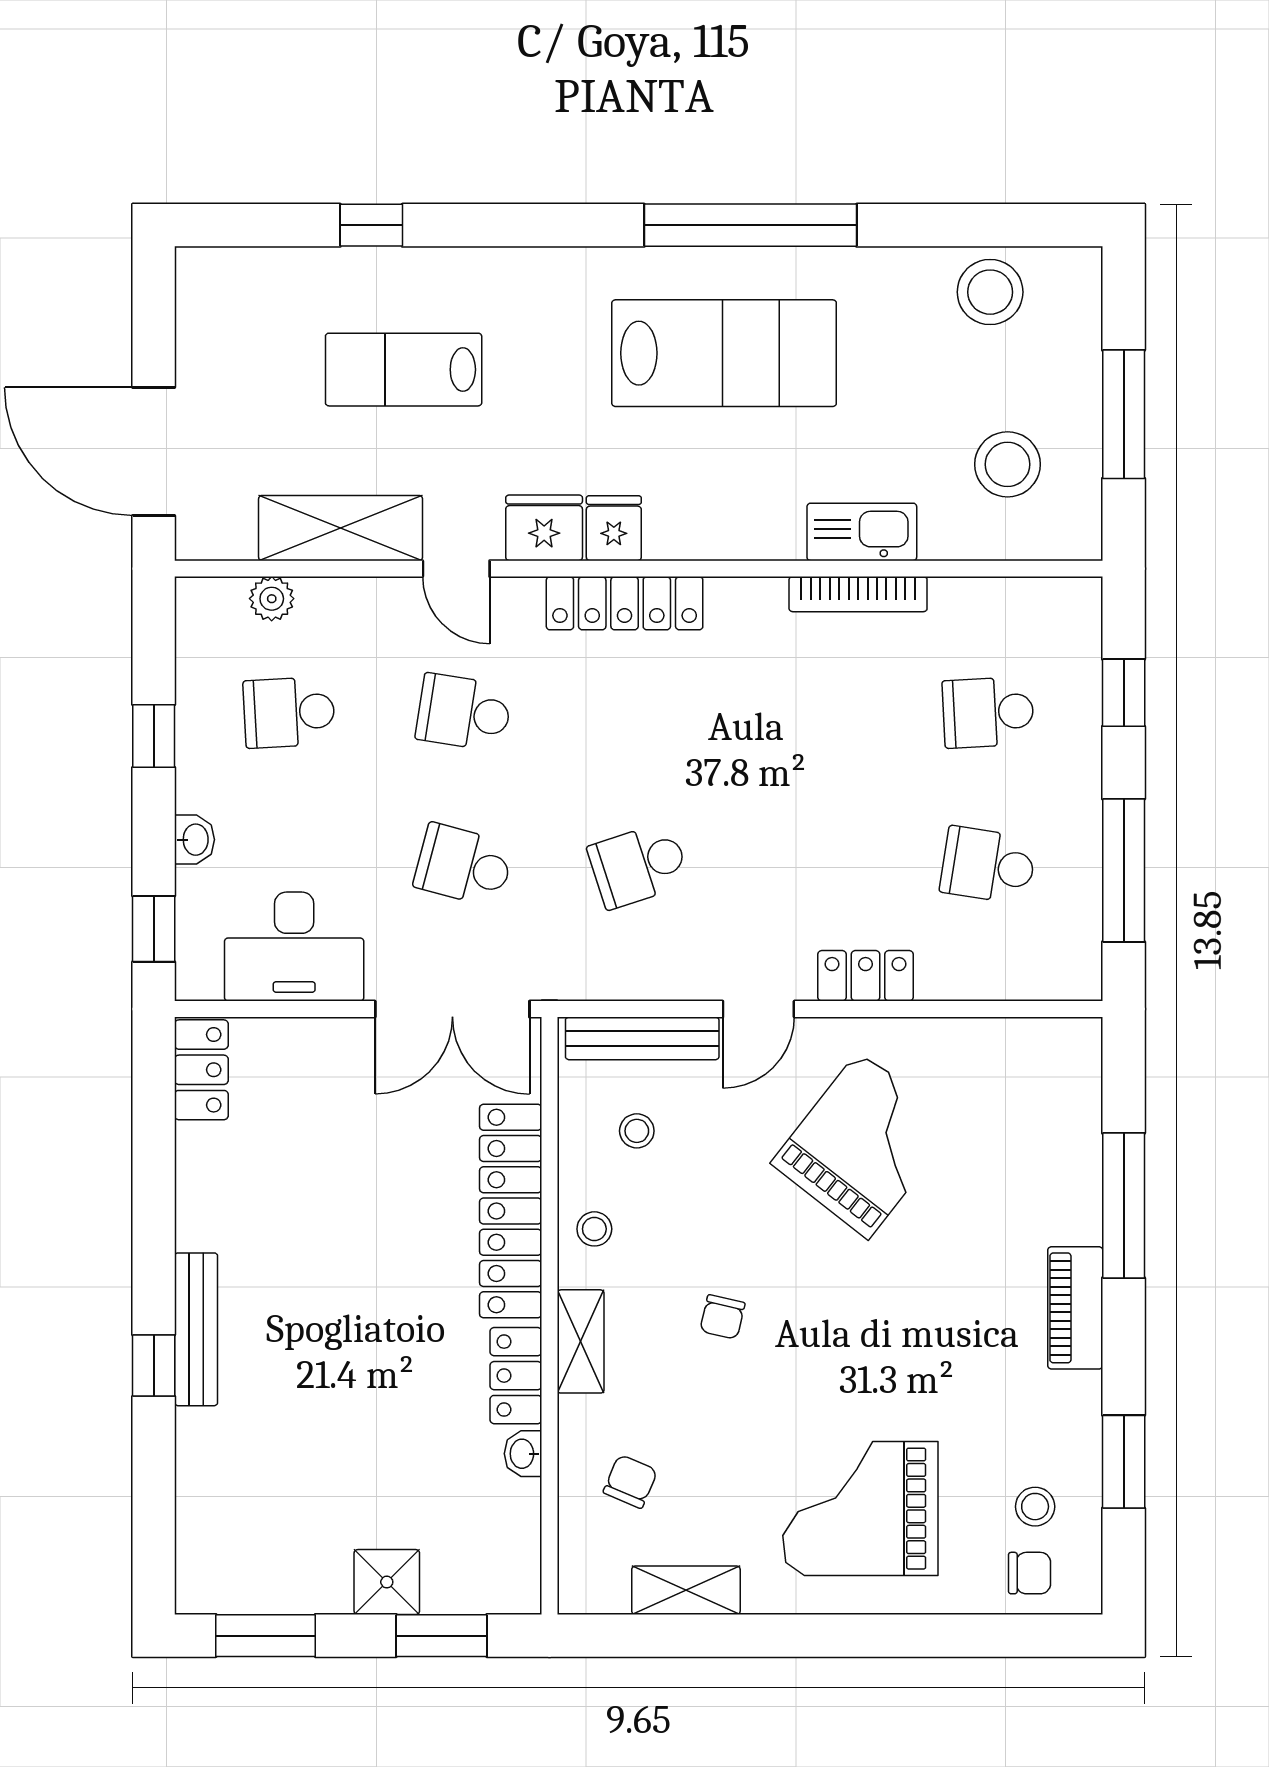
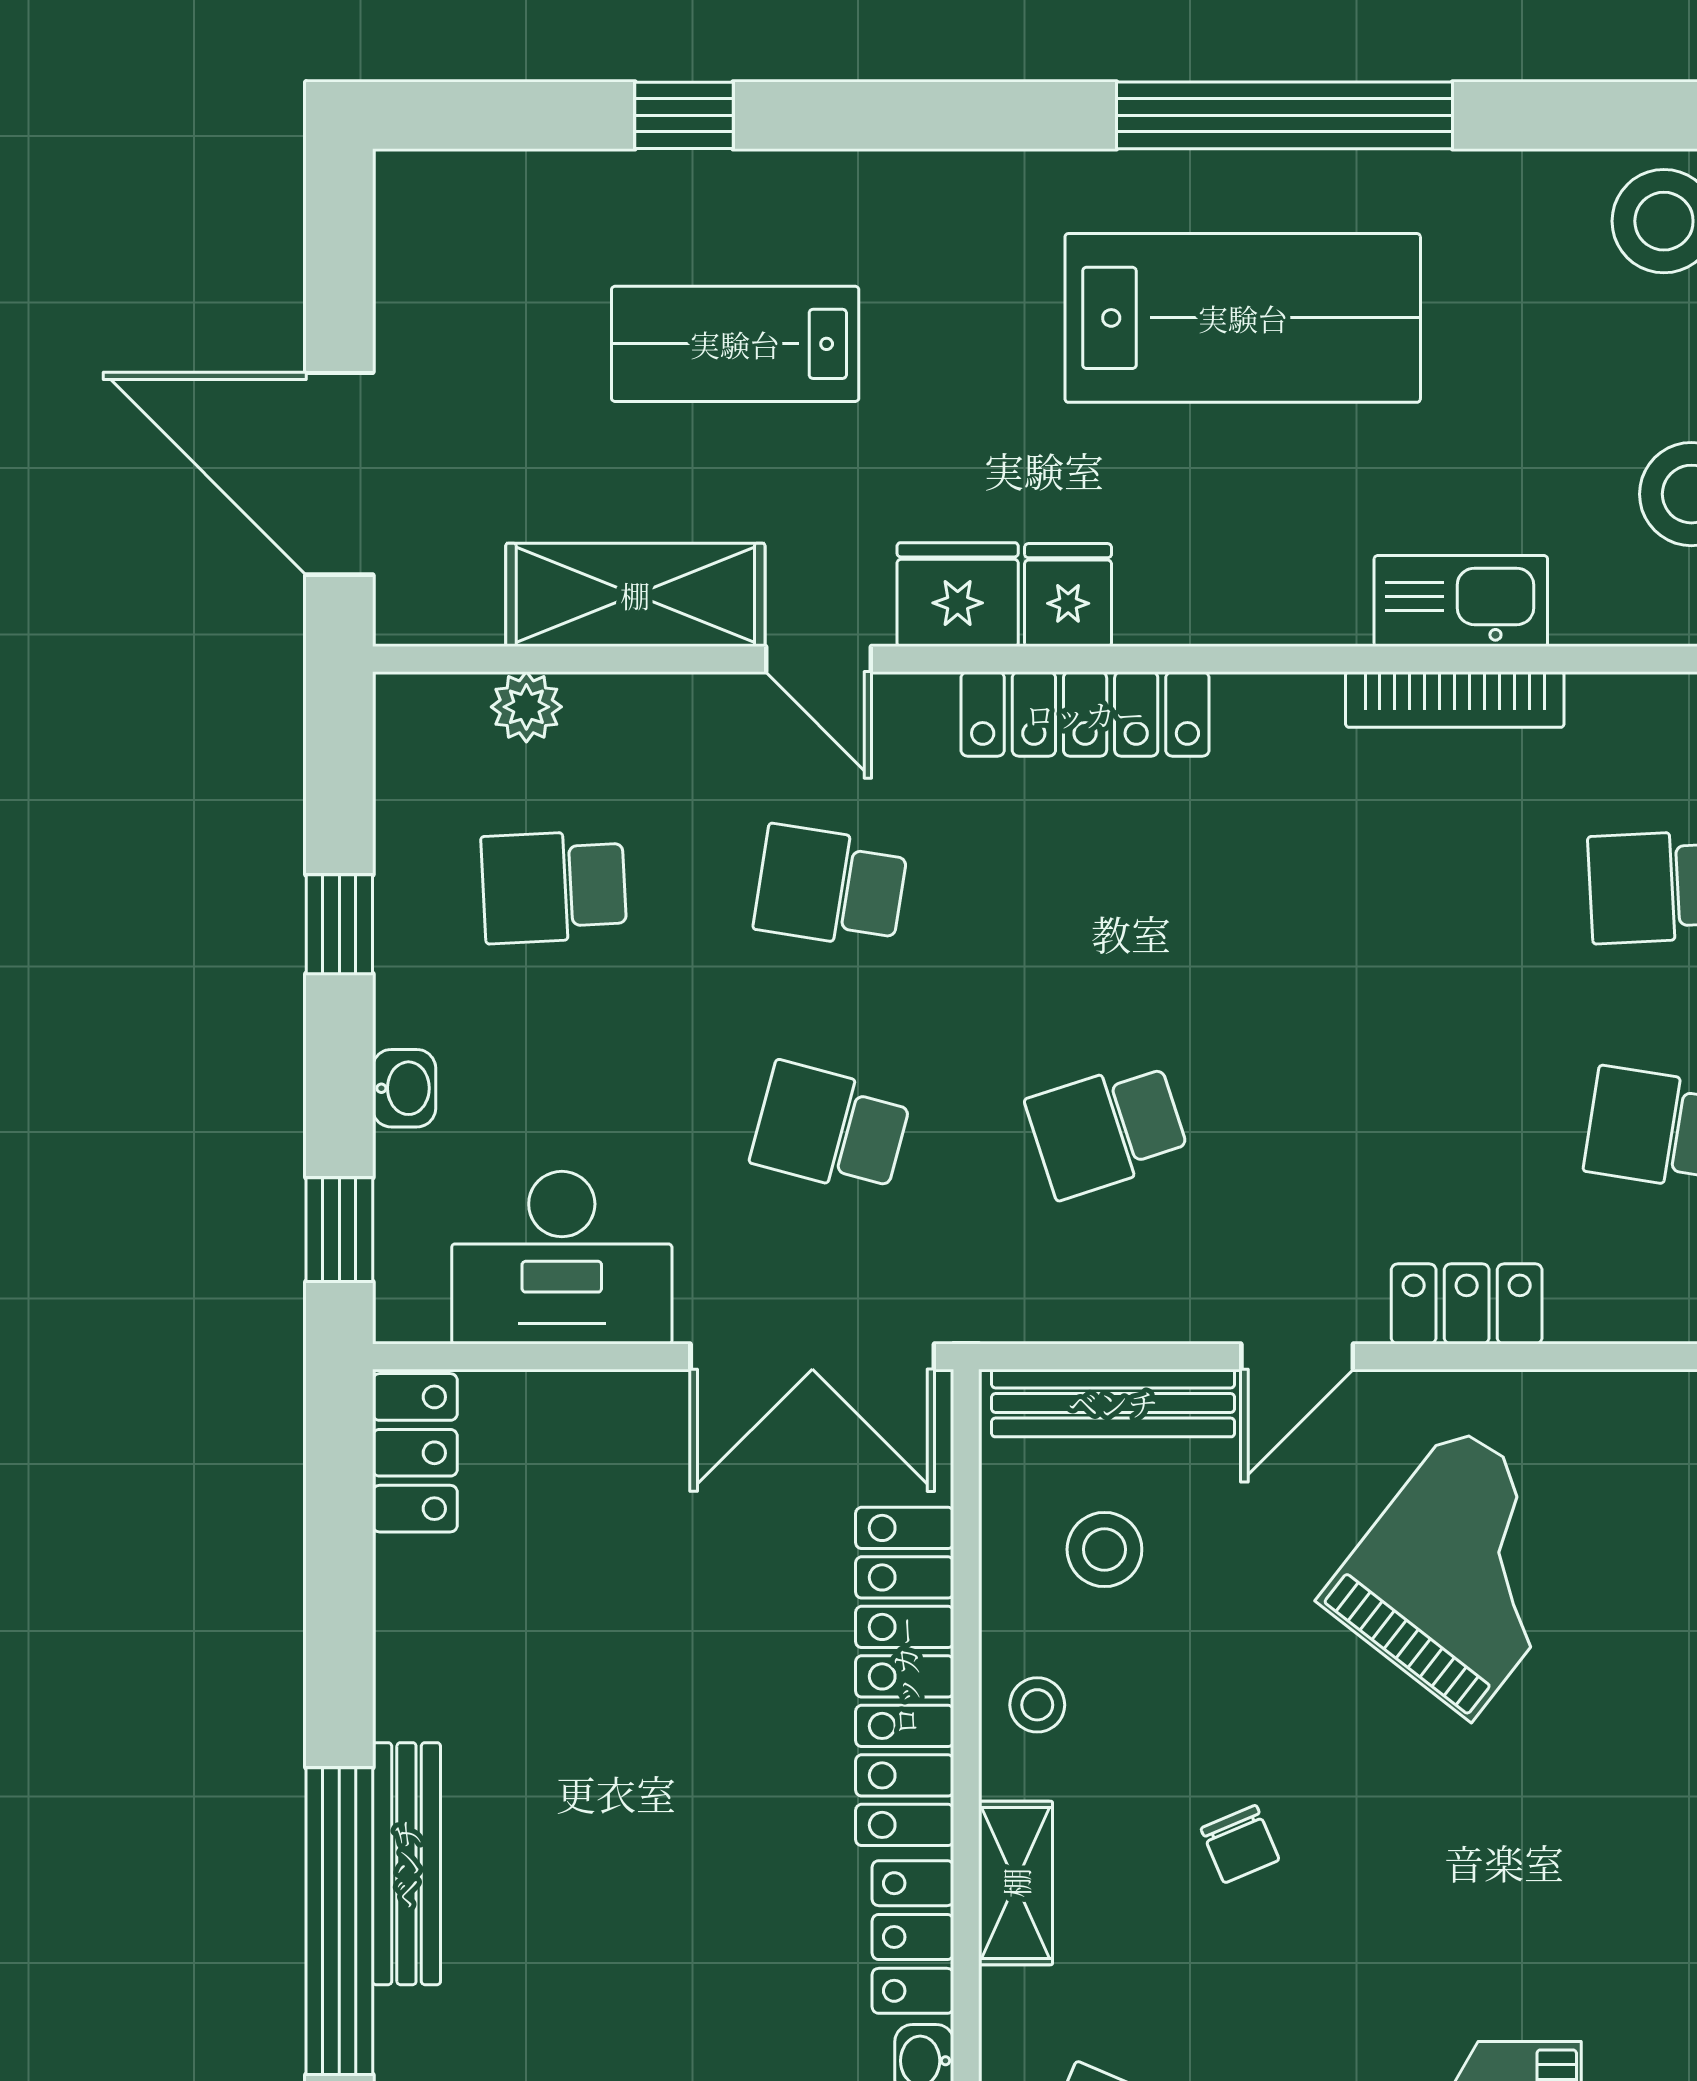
stool: (637, 1131) -> (1104, 1549), width x1.37, depth x1.37
chair: (722, 1317) -> (1240, 1844), turned -36
window: (154, 1366) -> (339, 1921), width x3.17

